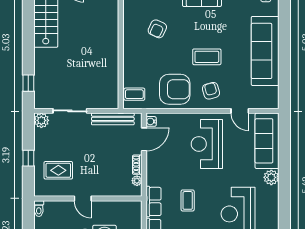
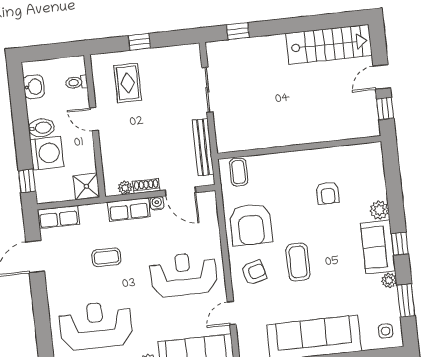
armchair: (157, 29) -> (328, 193), turned -115
plant: (41, 120) -> (191, 54), removed
water cooler: (151, 121) -> (157, 203), moved
door: (83, 199) -> (94, 119), hinge flipped
row of seats: (154, 201) -> (129, 209), moved
toilet: (39, 209) -> (77, 82), moved
shower: (133, 210) -> (86, 186), added

